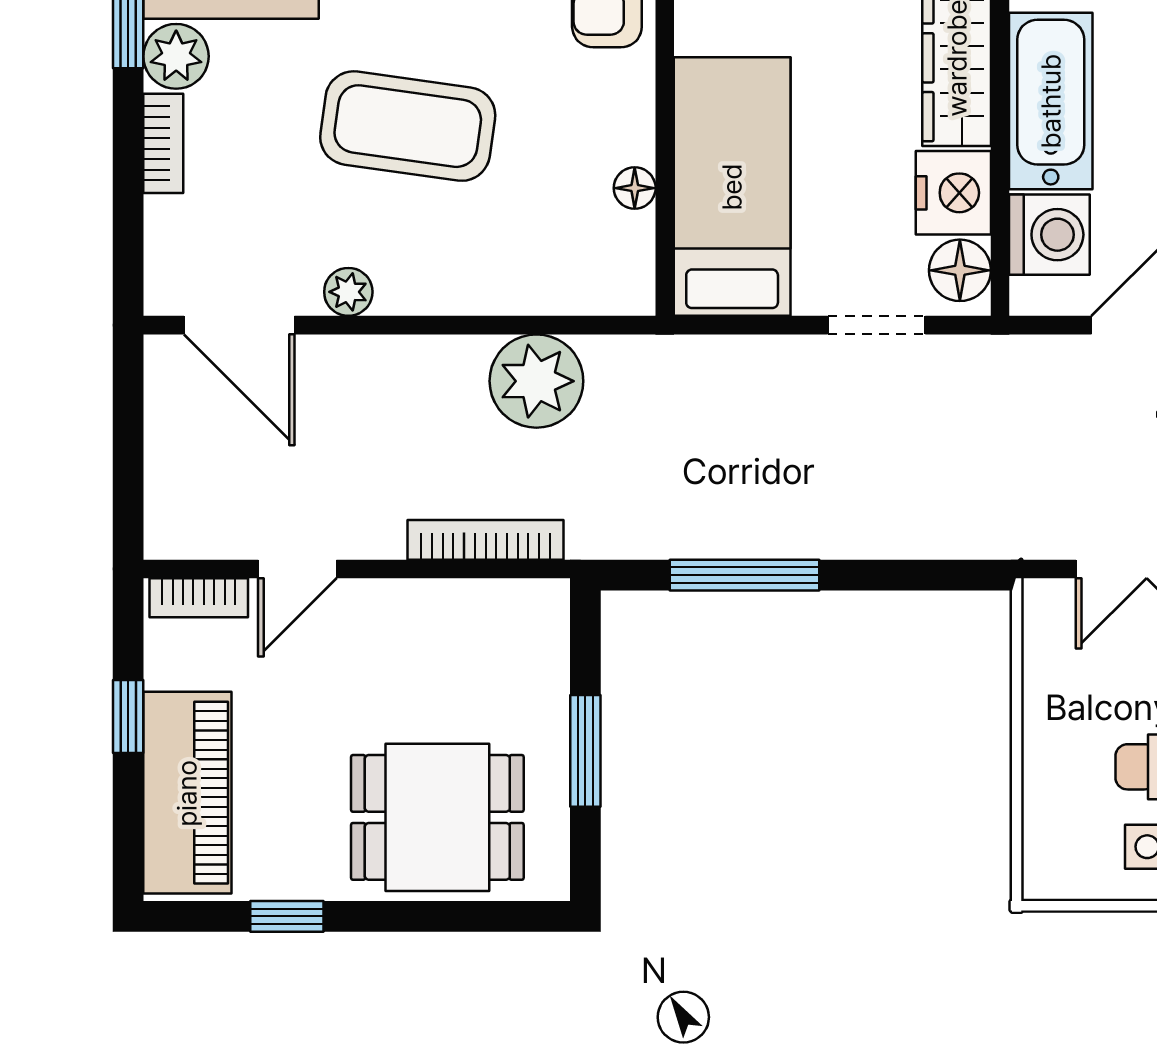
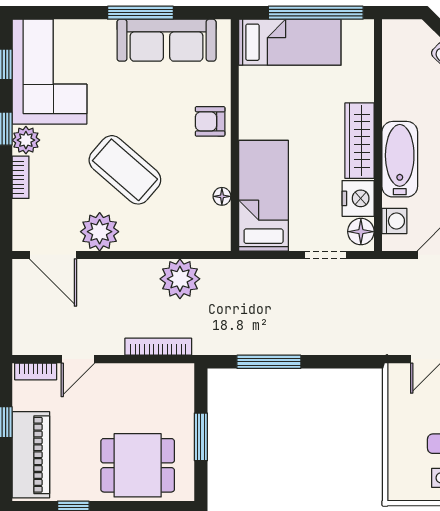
coffee table: (408, 126) -> (125, 170), turned 33
washing machine: (1049, 235) -> (394, 221), width x0.73, depth x0.73
plant: (348, 292) -> (100, 232), width x1.87, depth x1.87

